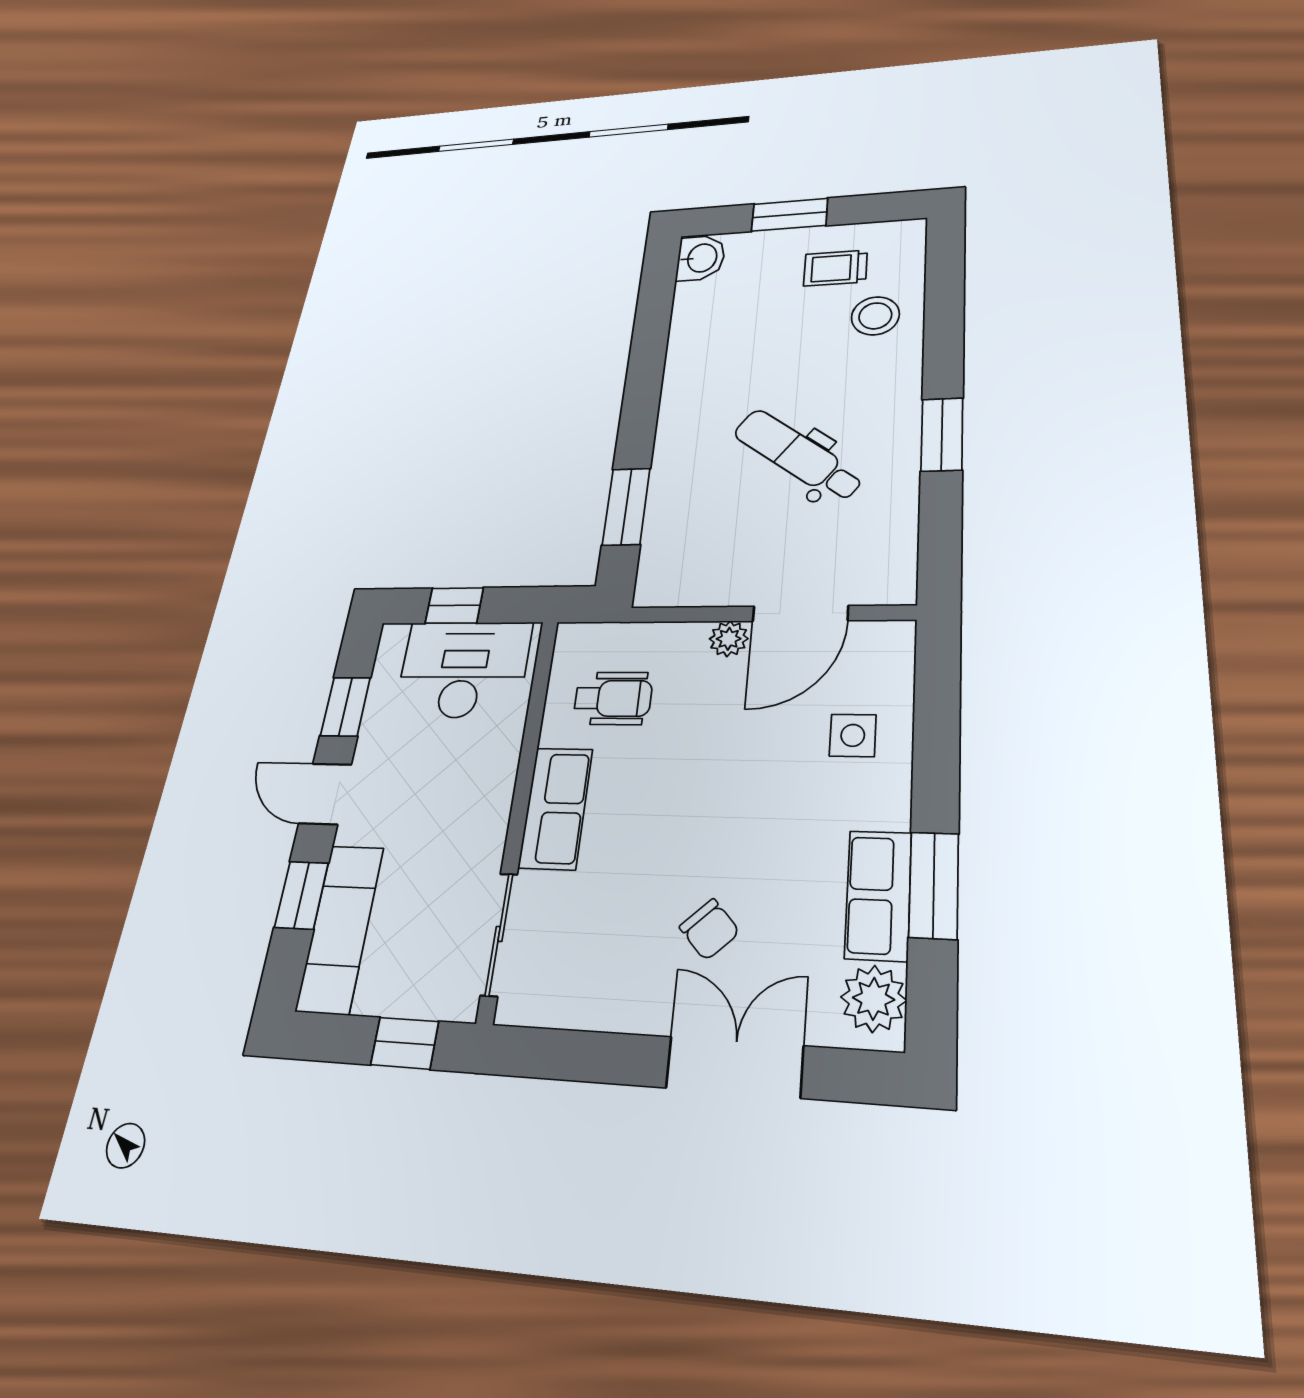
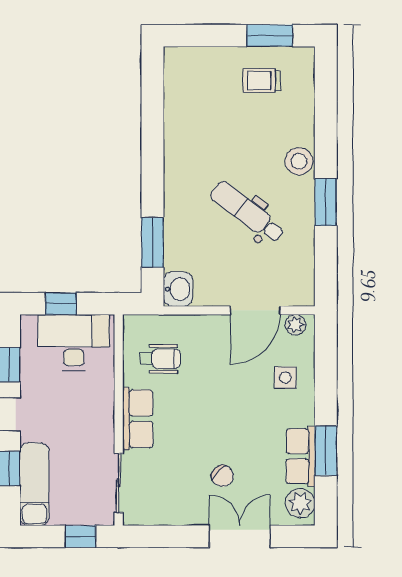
window: (790, 215) -> (270, 36), moved
washbasin: (701, 258) -> (178, 289), moved
stool: (875, 316) -> (299, 161), moved
plant: (729, 639) -> (295, 325), moved

